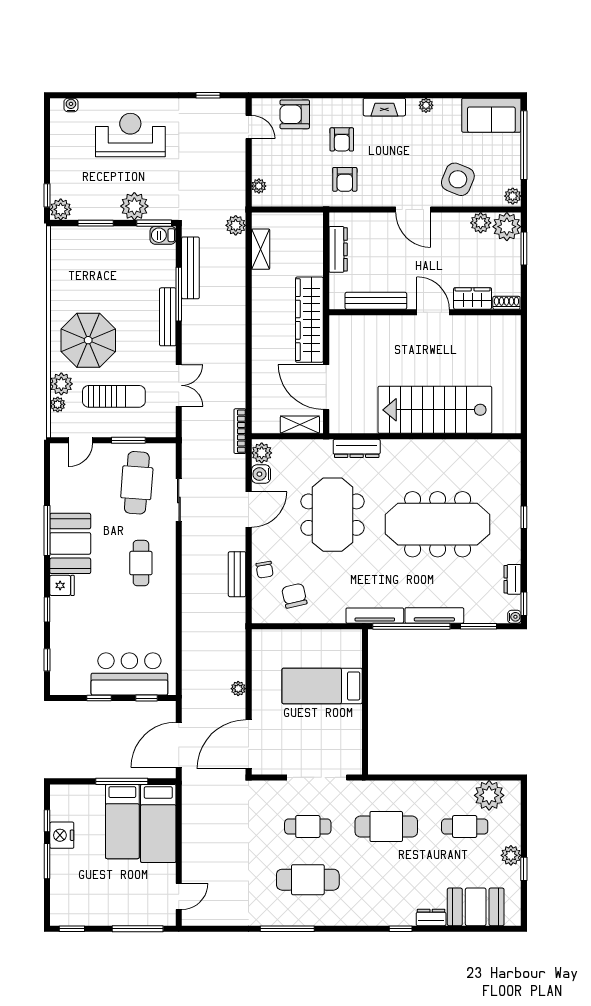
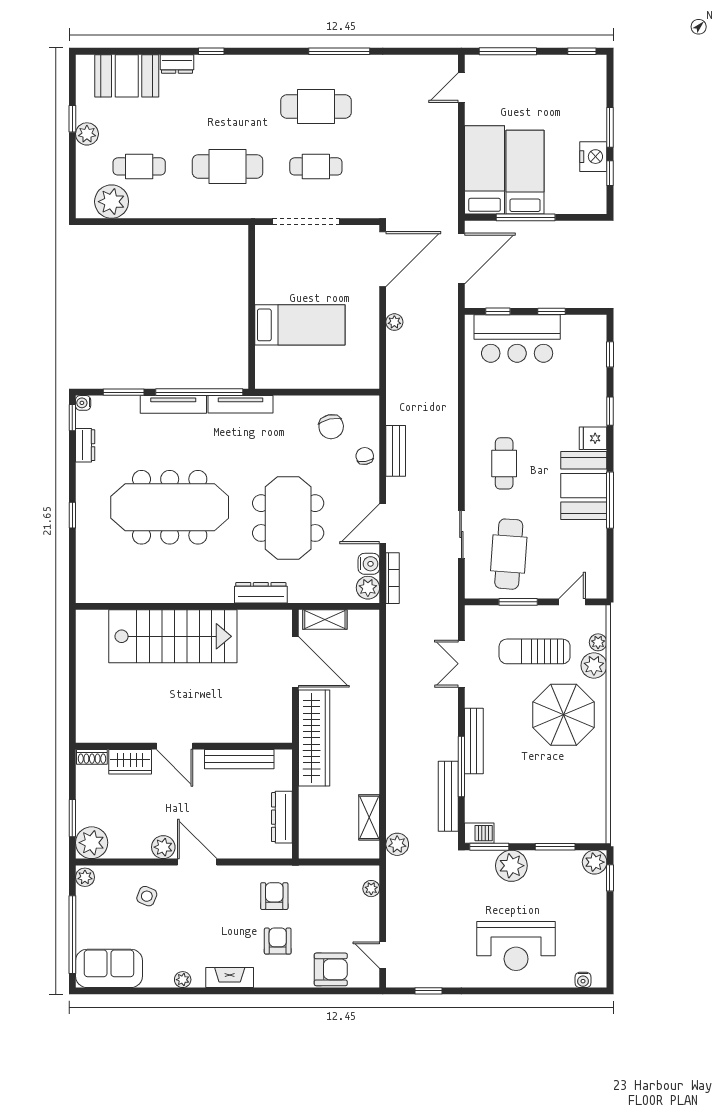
side table: (458, 179) -> (147, 896), width x0.54, depth x0.54
plant: (481, 223) -> (163, 847), moved
bookcase: (240, 431) -> (392, 578), moved

